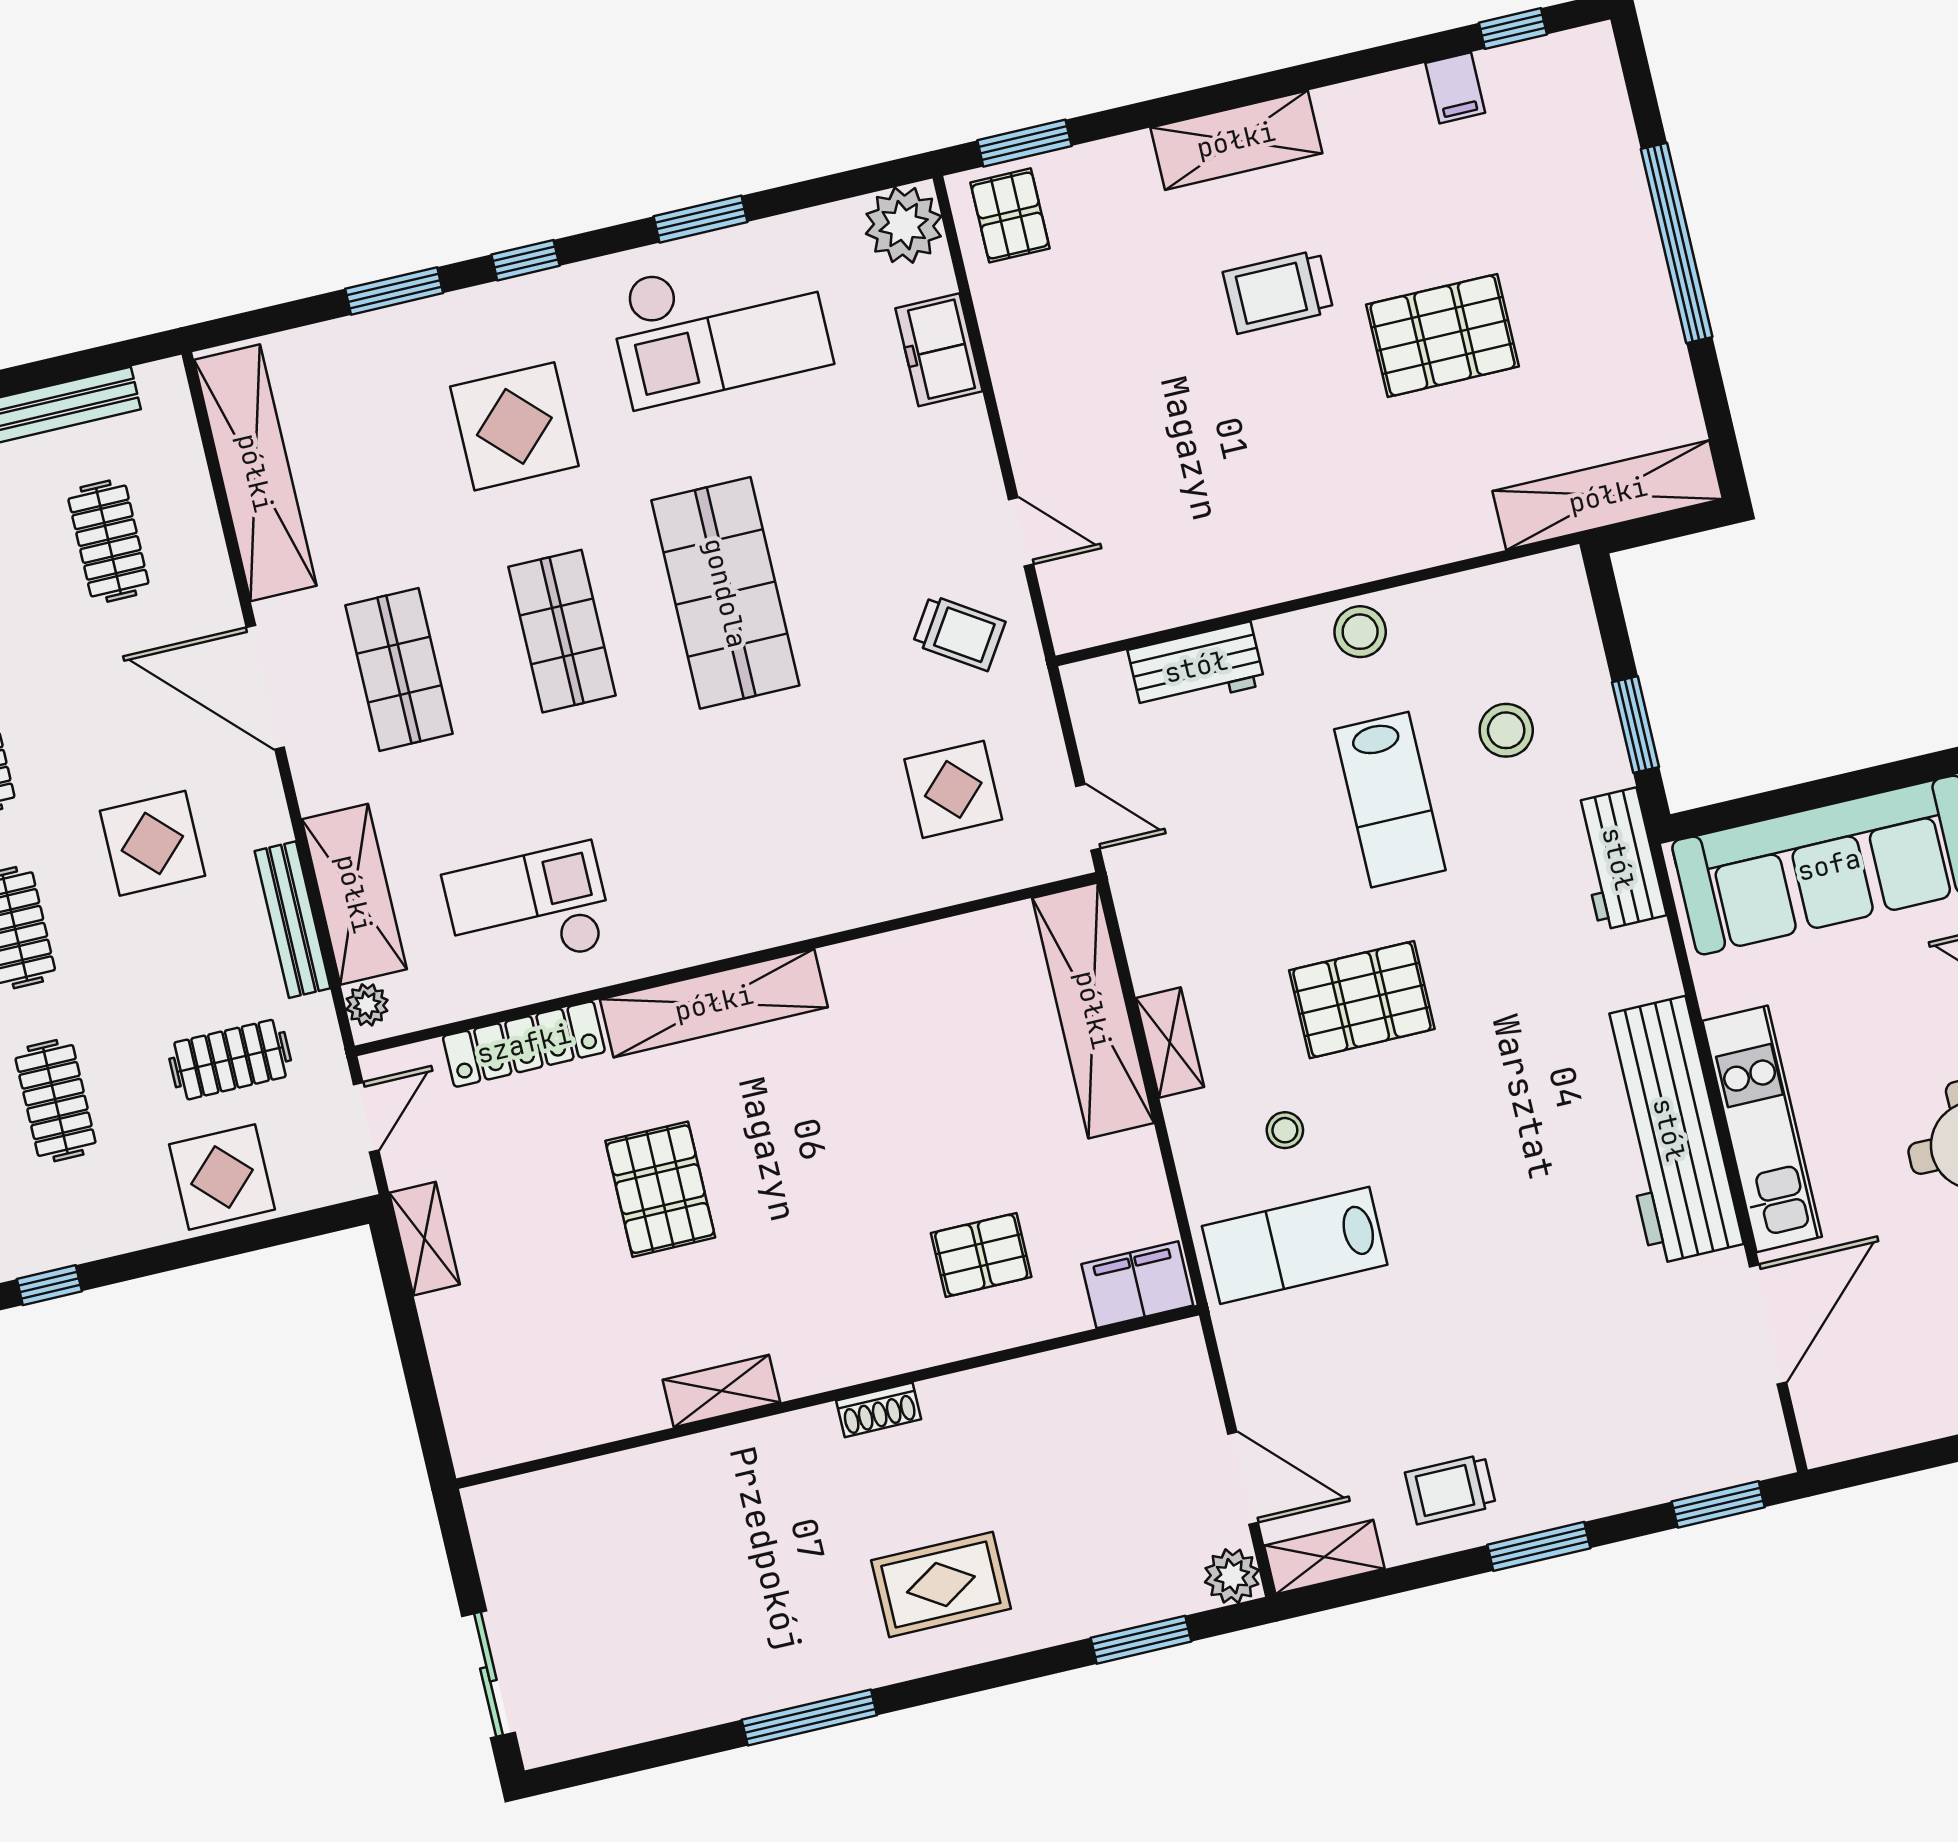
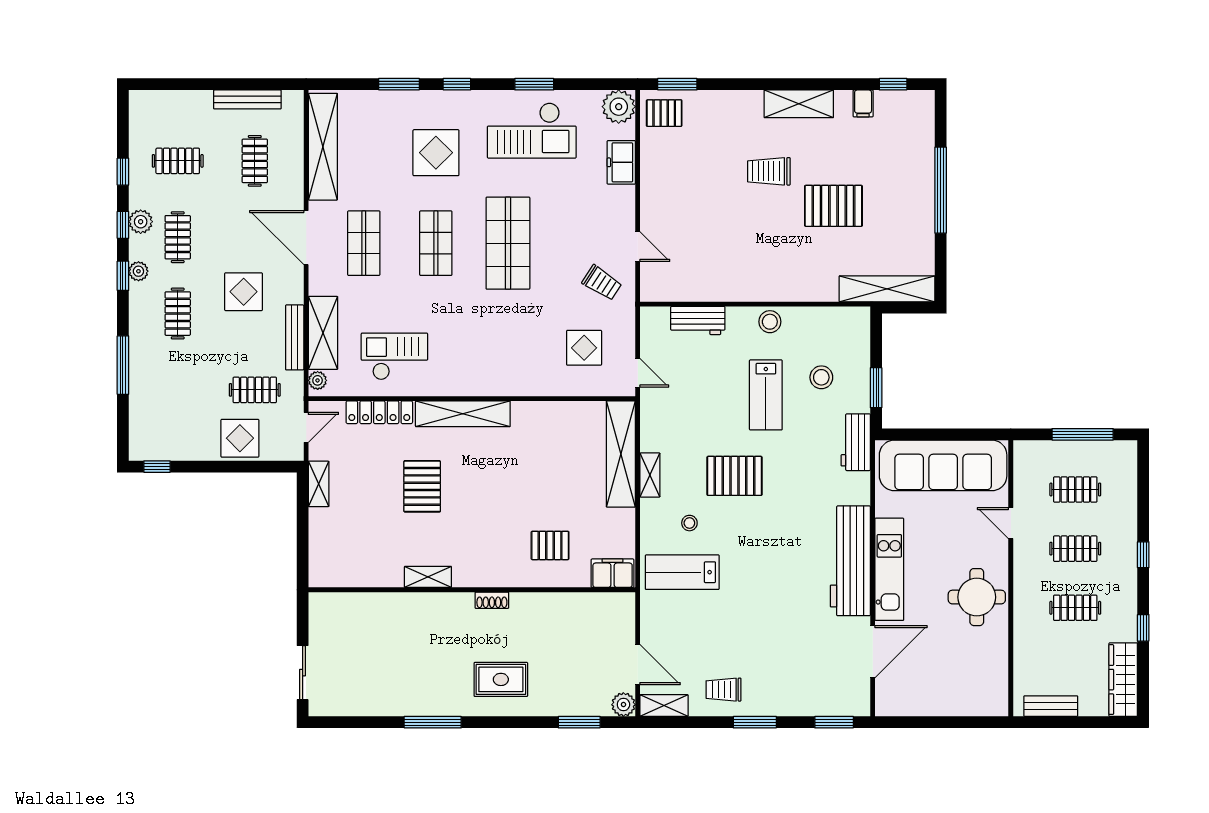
shelving: (1236, 140) -> (799, 104), moved
pallet: (1010, 215) -> (664, 113), turned 90
clothes rail: (56, 1101) -> (178, 390), removed

